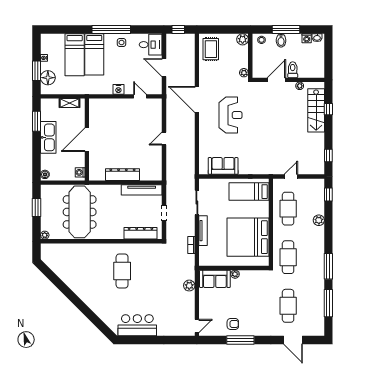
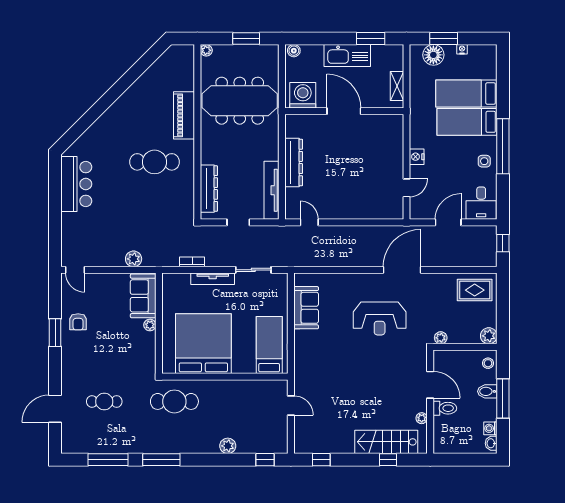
door: (164, 139) -> (309, 222), moved
washing machine: (80, 172) -> (303, 95), width x1.89, depth x1.89
cafe table: (288, 209) -> (245, 401), removed
piano: (90, 250) -> (184, 115), added
cafe table: (288, 306) -> (104, 401), width x0.73, depth x0.74
window: (240, 340) -> (55, 333), width x0.69

